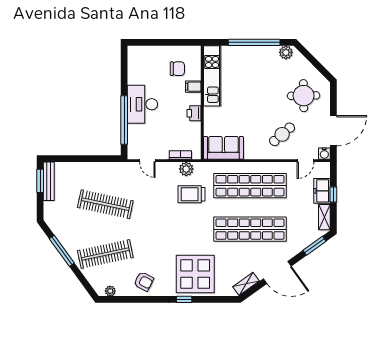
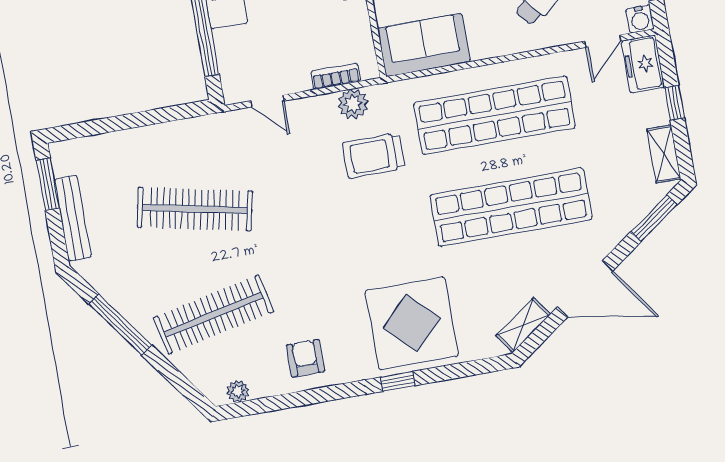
bench: (49, 181) -> (73, 218), moved
freezer: (322, 191) -> (643, 64), moved
armchair: (144, 281) -> (305, 358), turned -117

